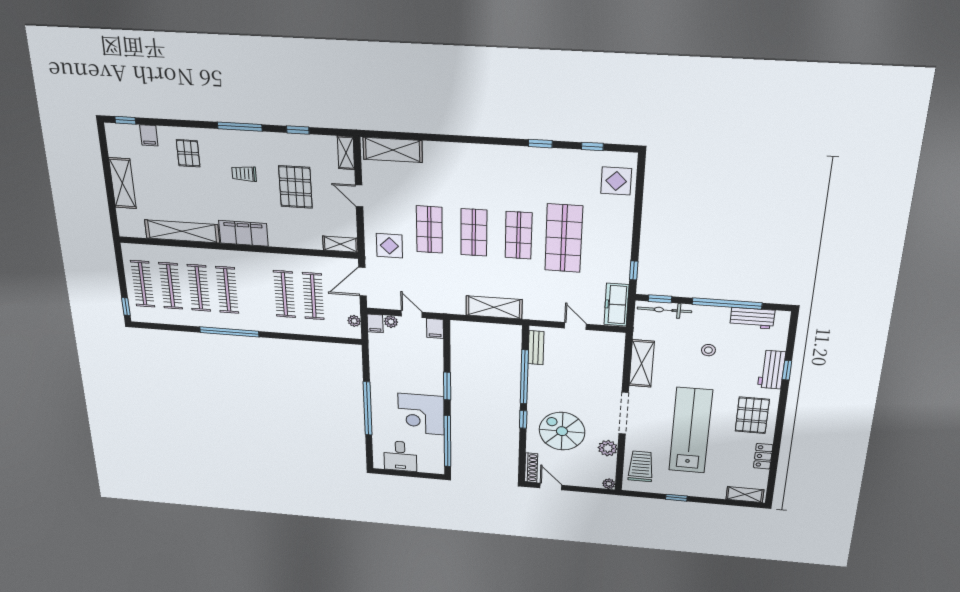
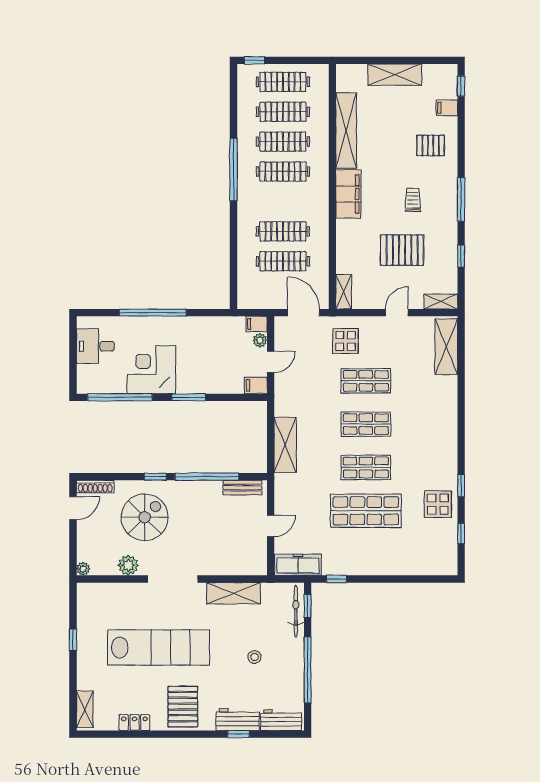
display table: (616, 181) -> (438, 504), moved
workbench: (752, 318) -> (281, 720), moved, turned 90
plant: (354, 321) -> (258, 302), removed
pallet: (752, 415) -> (183, 707), turned 90
trolley: (641, 466) -> (109, 600), removed

